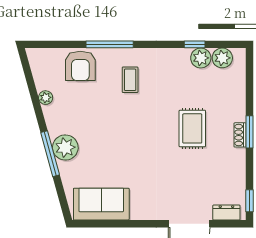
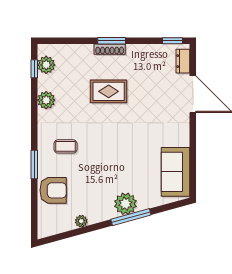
window: (110, 44) -> (34, 165), width x0.69
window: (195, 44) -> (34, 69), moved
plant: (201, 58) -> (46, 100), moved
shoe rack: (240, 135) -> (110, 49), width x1.43

